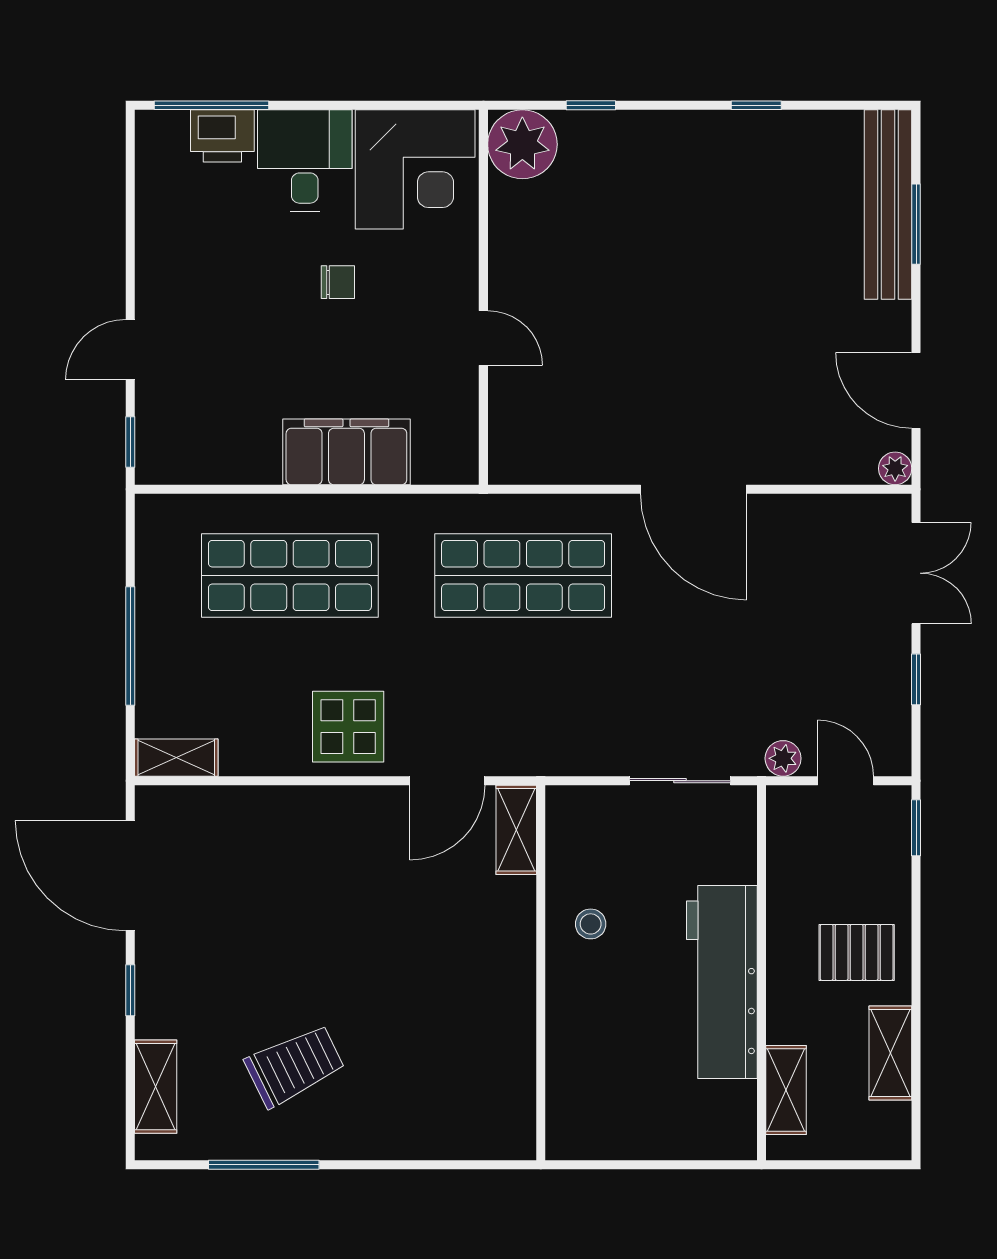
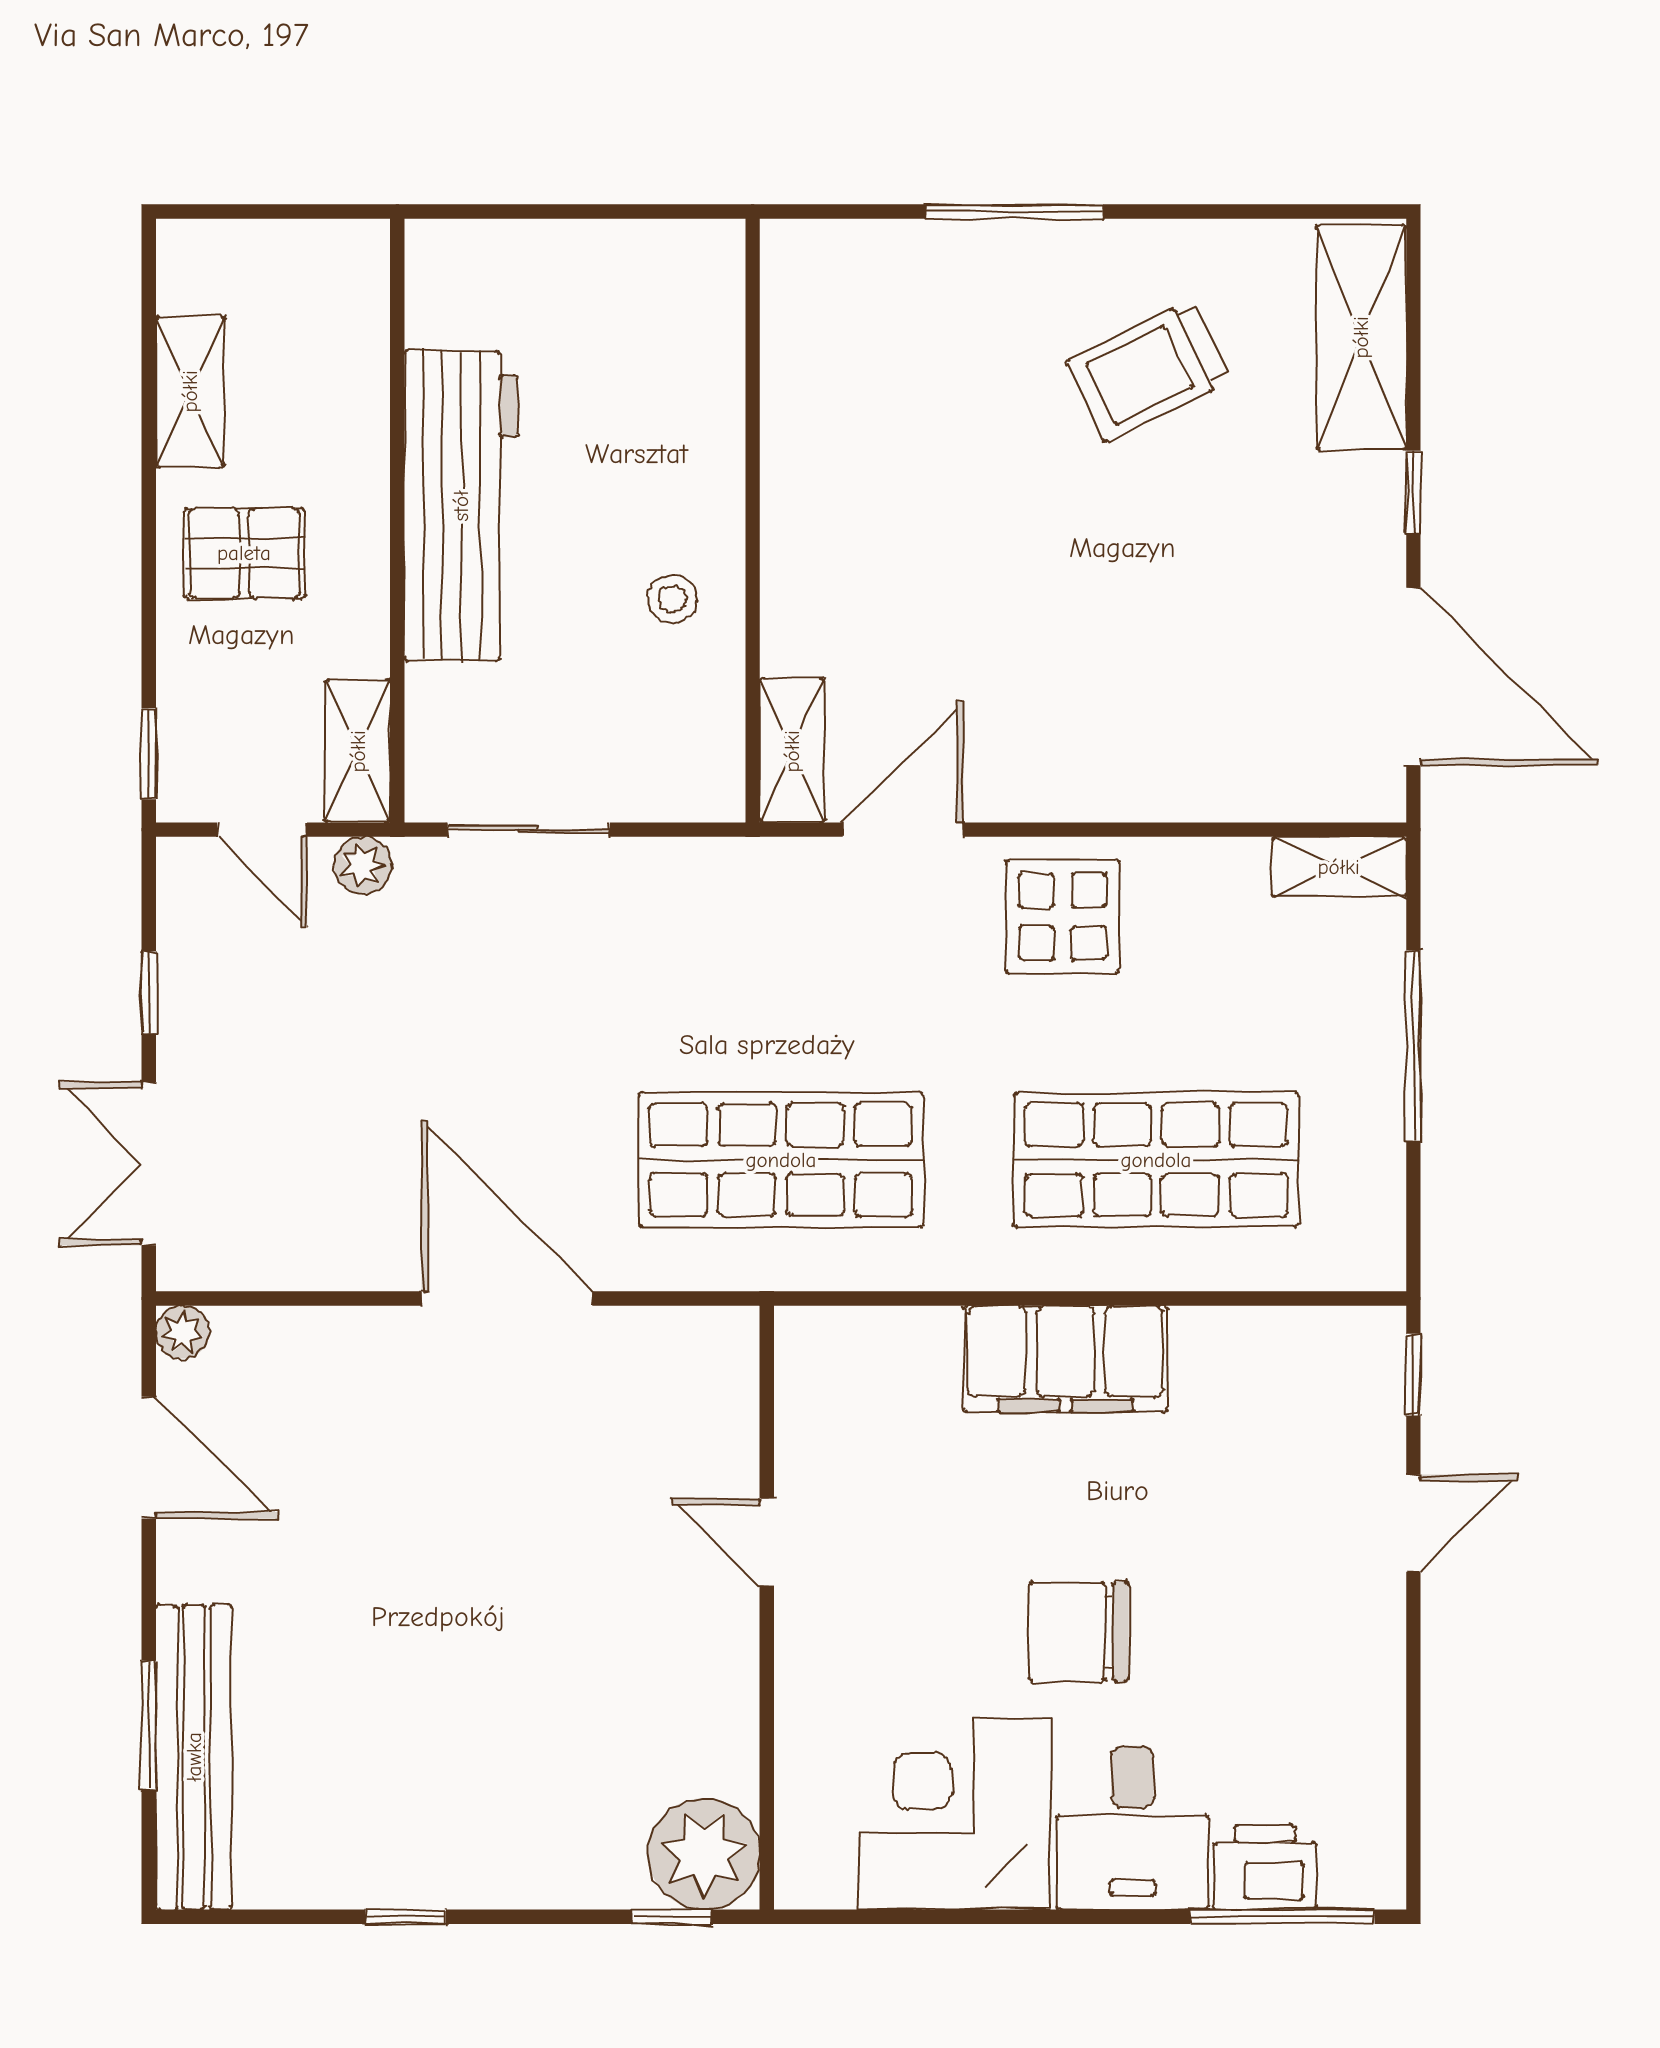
plant: (522, 144) -> (704, 1854), moved
chair: (338, 282) -> (1079, 1632), width x1.87, depth x1.87
wall: (483, 297) -> (767, 1608), moved
door: (483, 338) -> (767, 1542), moved
shelving: (156, 1087) -> (1361, 337), width x1.50, depth x1.33
shelving: (786, 1090) -> (358, 751), moved
window: (264, 1165) -> (1014, 211), moved

